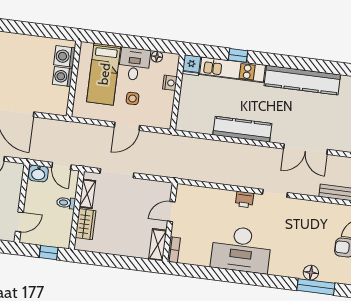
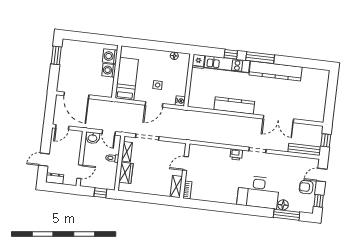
window: (280, 61) -> (260, 58), added
desk: (134, 64) -> (159, 61), removed
bed: (104, 74) -> (127, 79), moved, turned 180
nightstand: (170, 83) -> (180, 101), moved
desk: (241, 249) -> (258, 192), moved

